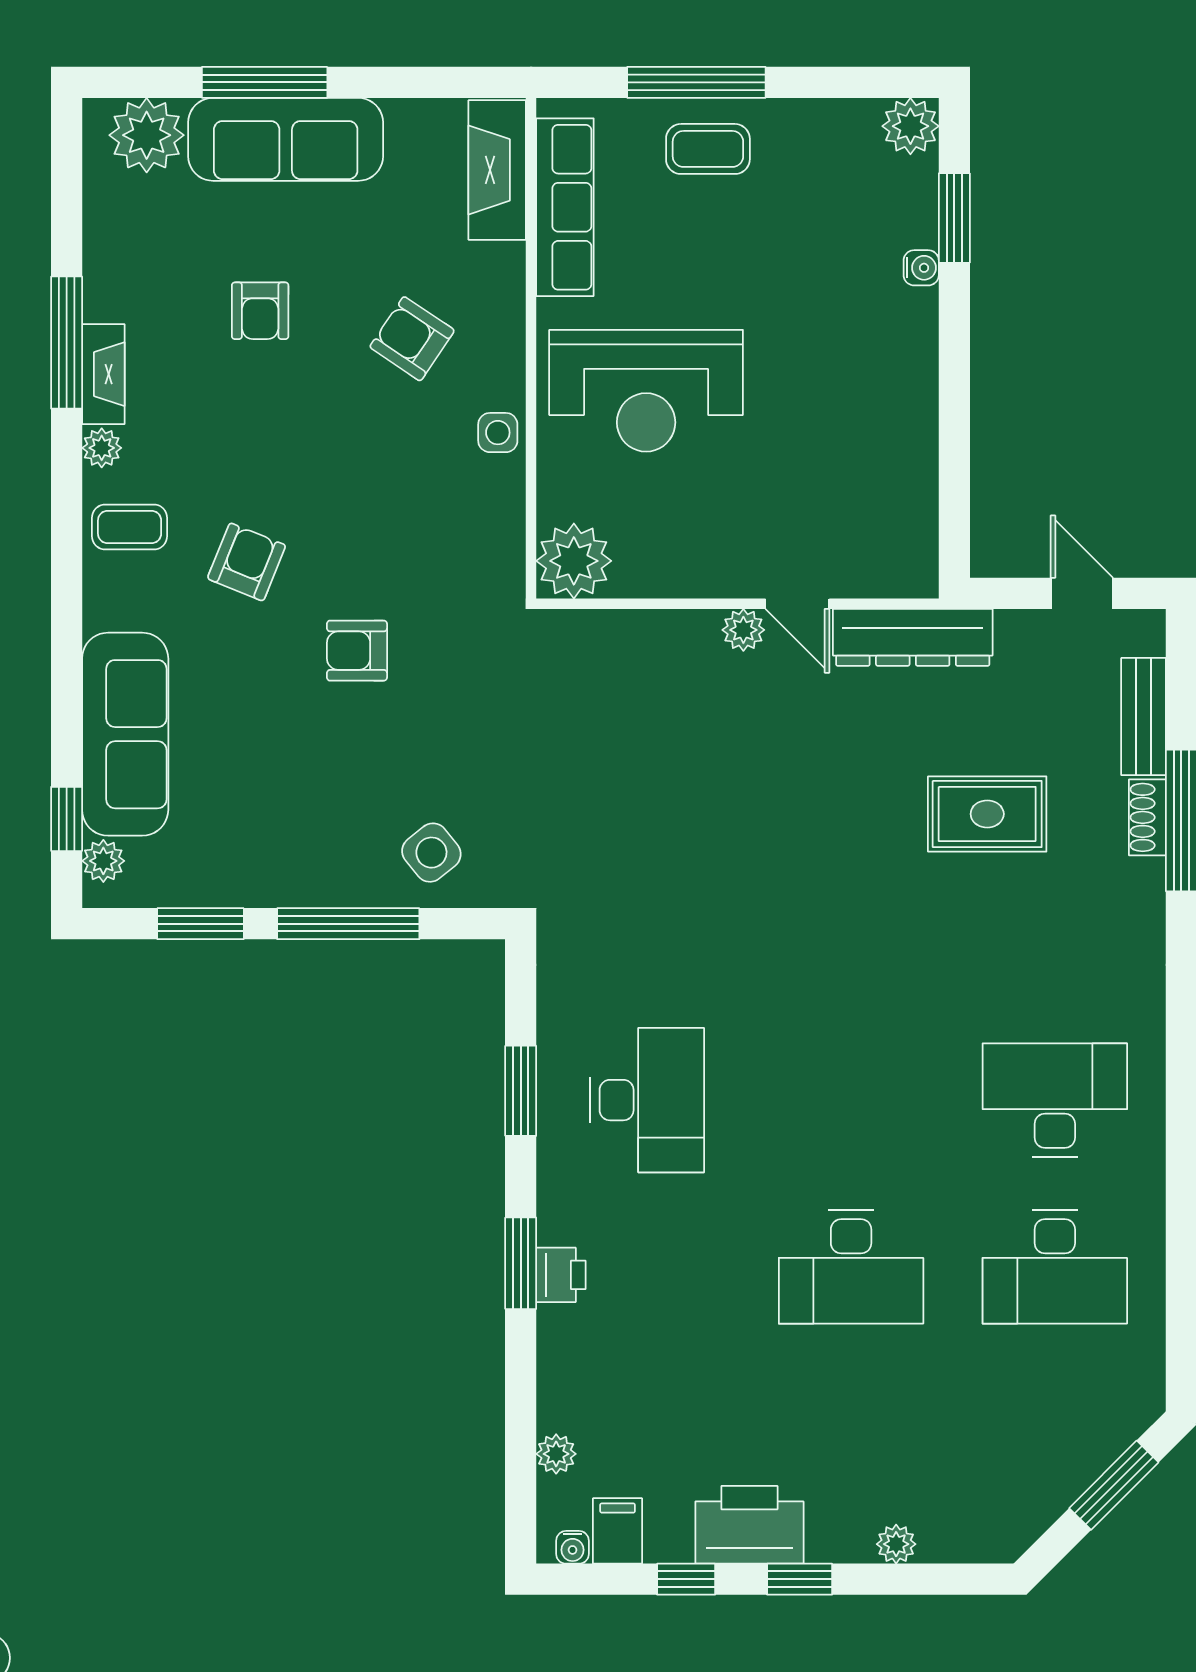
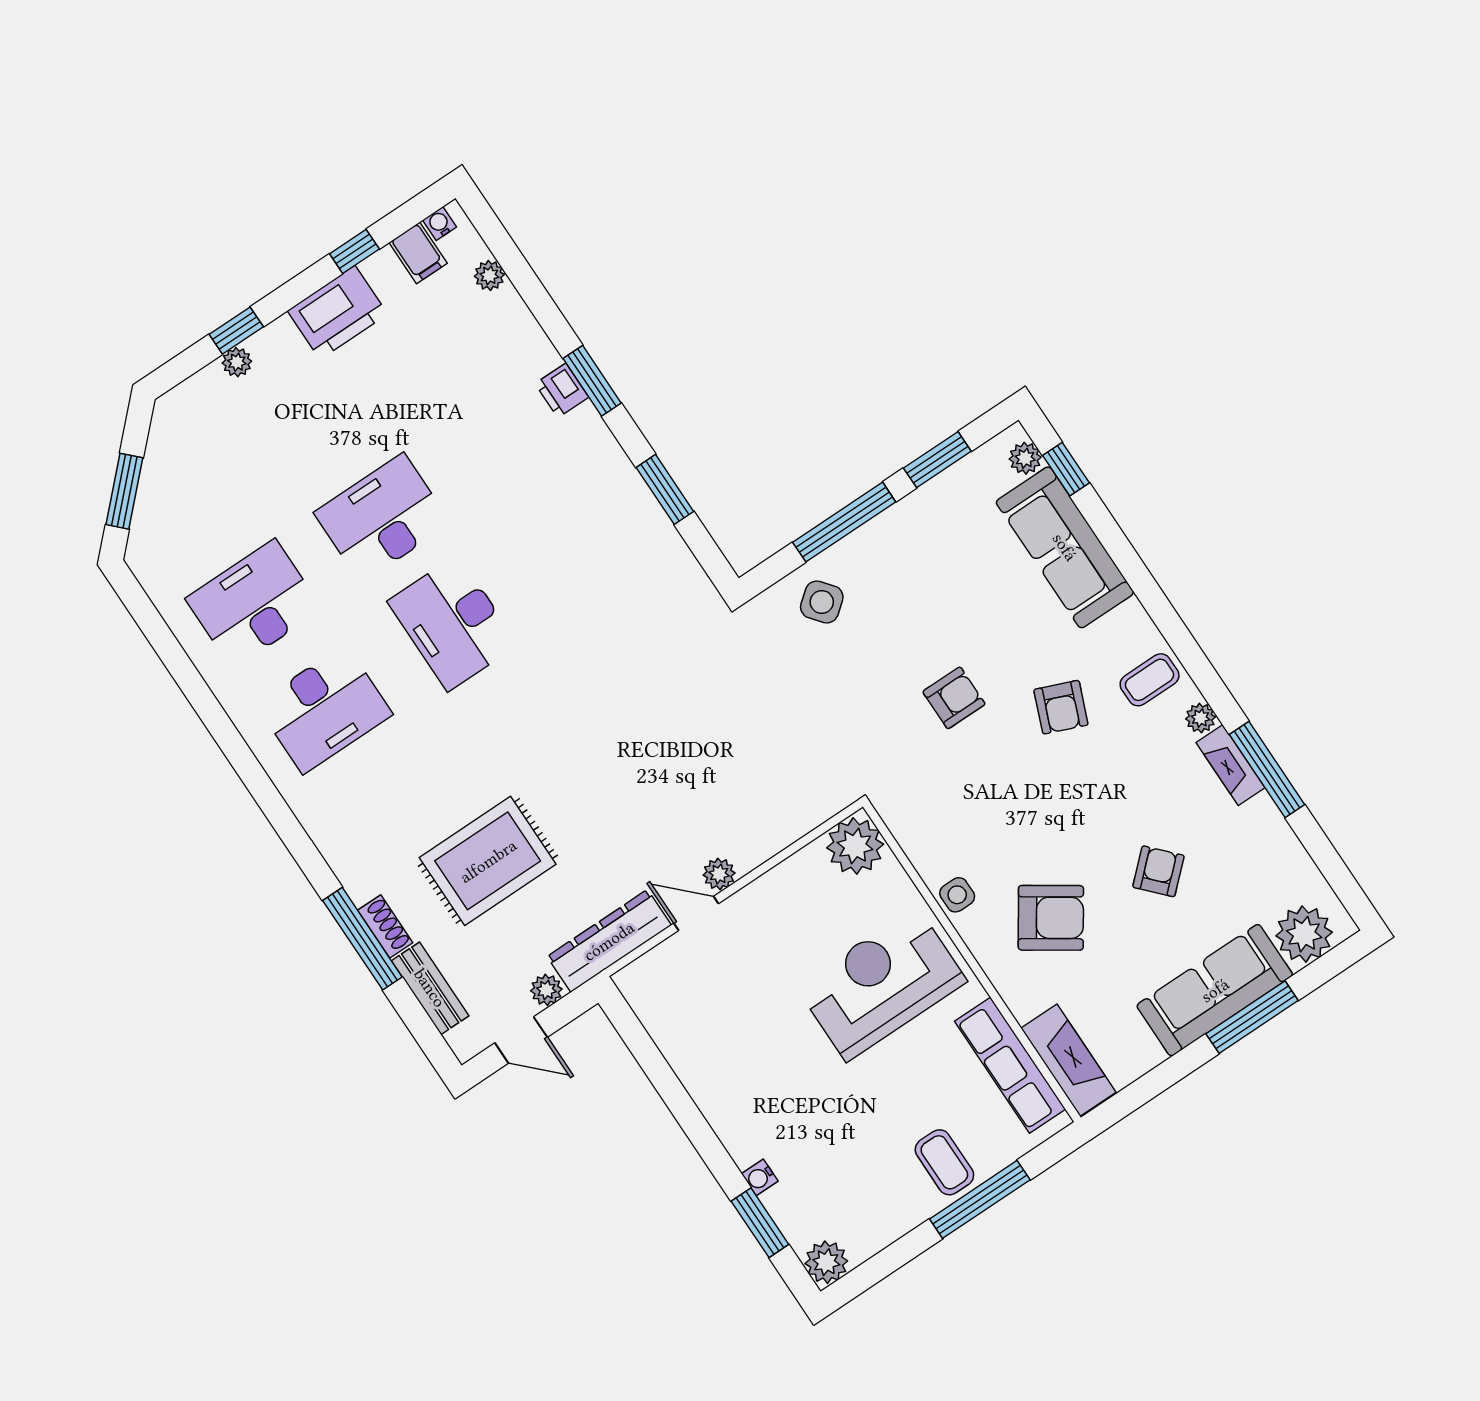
coffee table: (708, 149) -> (944, 1162), turned 90
armchair: (260, 311) -> (1158, 871), turned 47
armchair: (412, 339) -> (1051, 918), width x1.38, depth x1.38
plant: (1017, 630) -> (546, 990), added
rug: (987, 814) -> (488, 861), width x1.36, depth x1.43
desk: (647, 1100) -> (453, 623), moved
window: (800, 1579) -> (236, 331), moved

